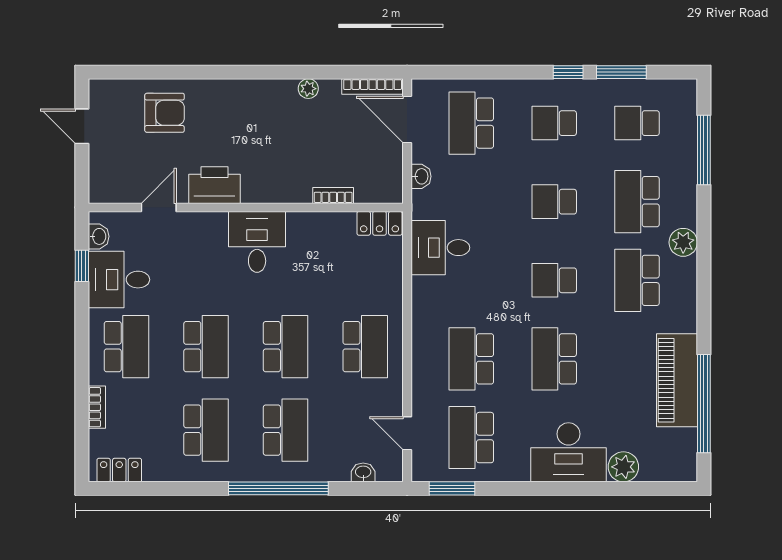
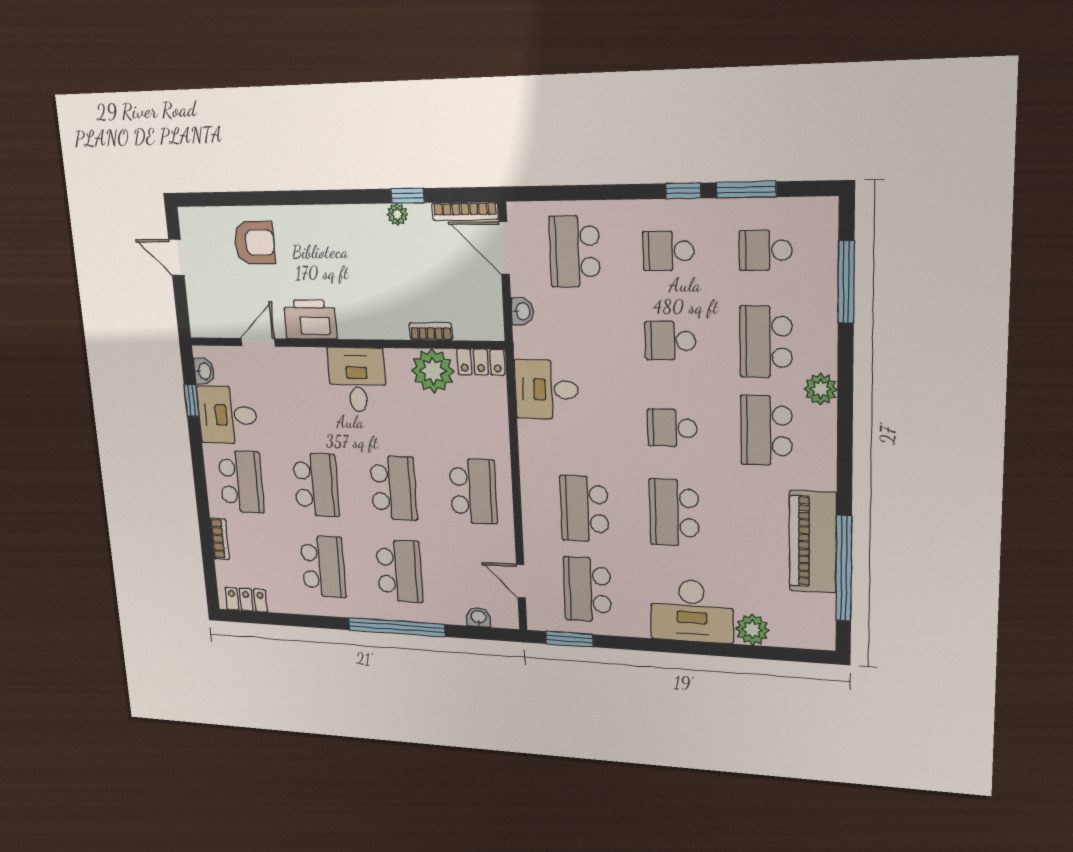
window: (319, 72) -> (408, 196), added
plant: (333, 232) -> (433, 371), added

